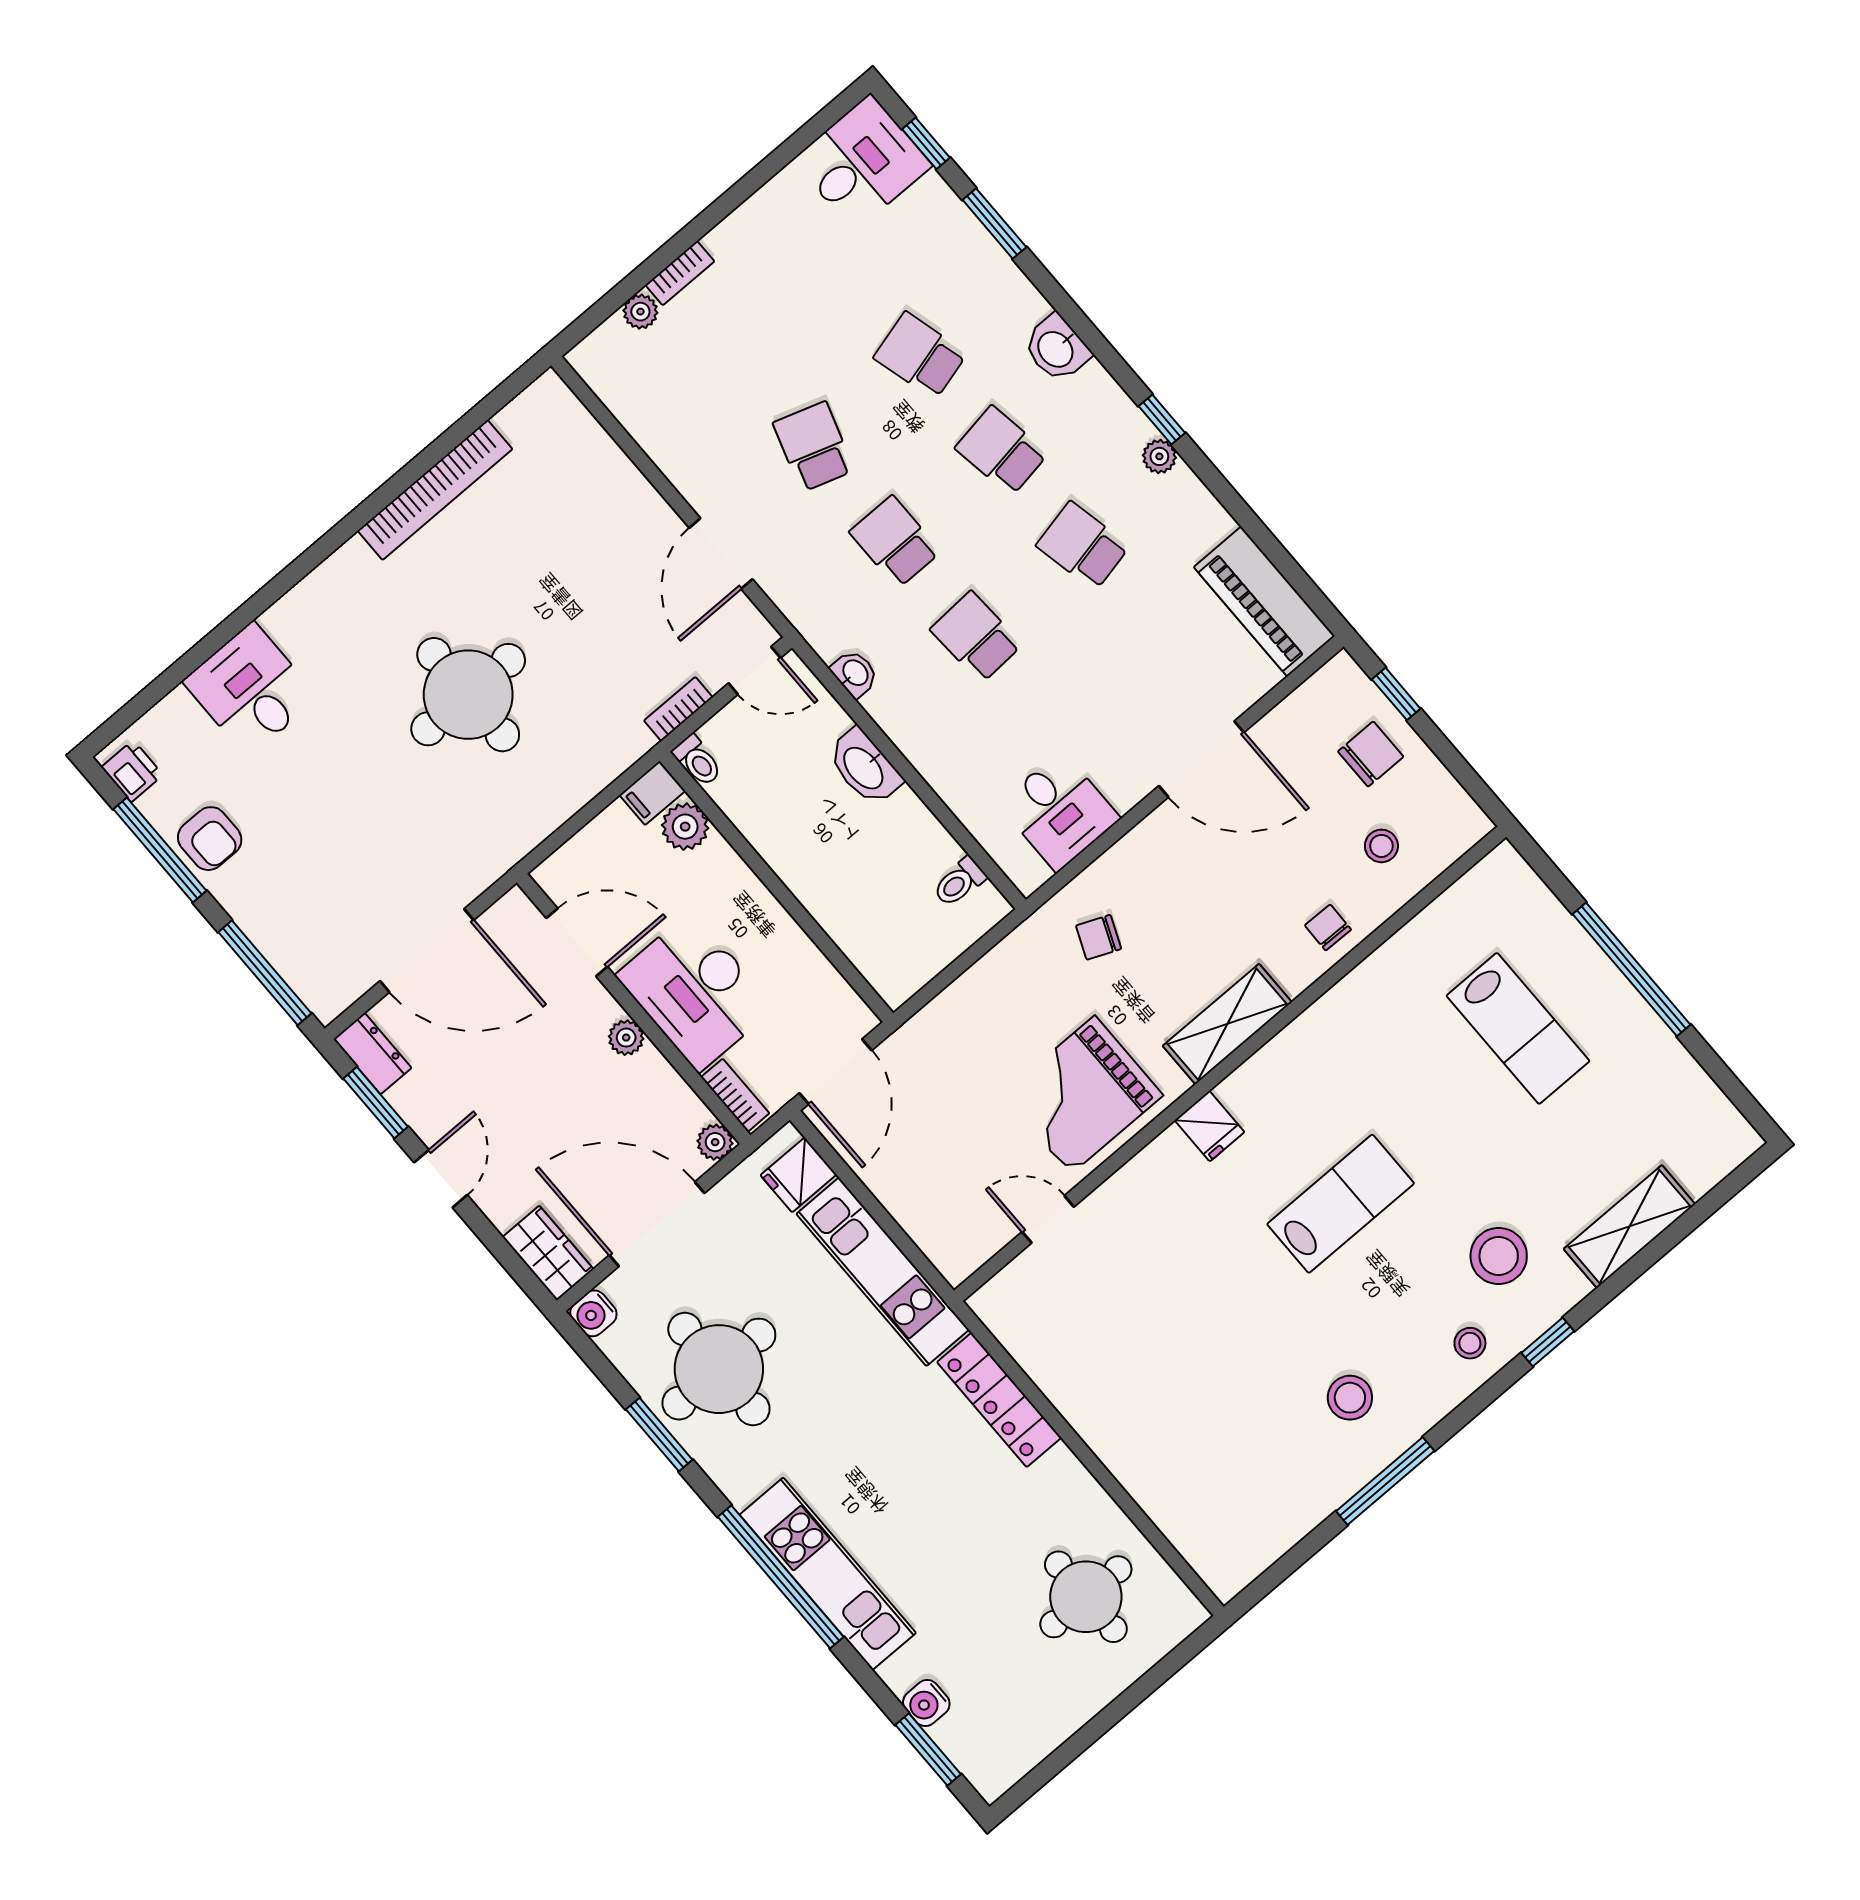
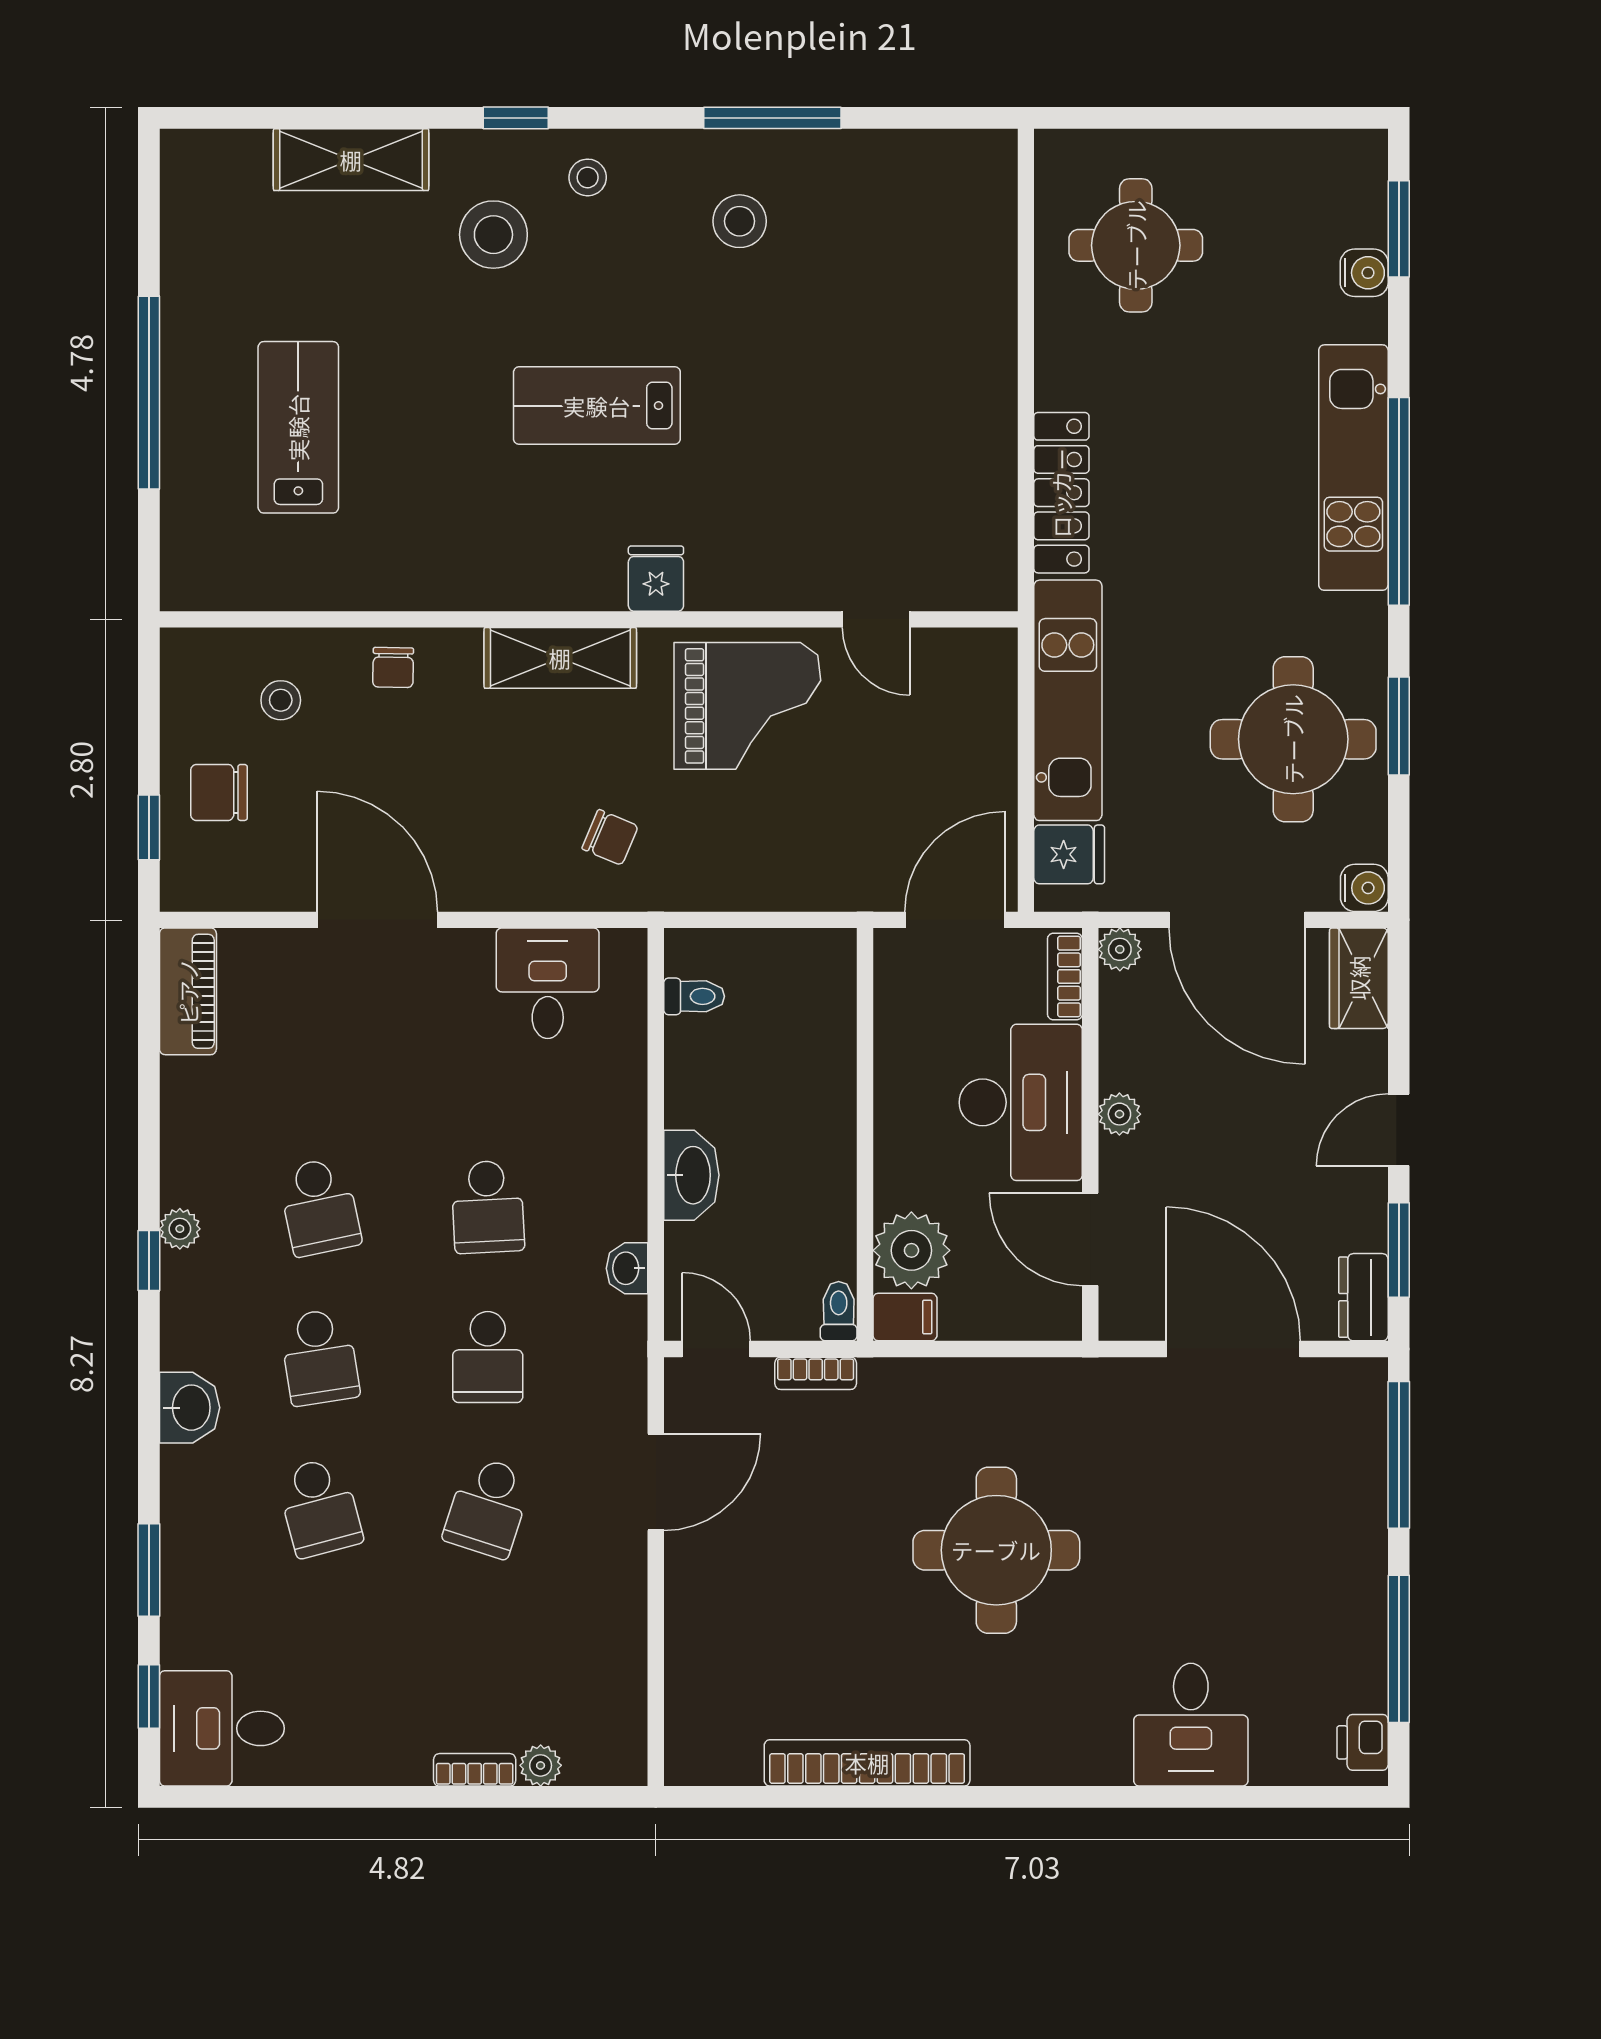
piano: (1264, 602) -> (188, 991), width x0.73, depth x0.75
plant: (685, 827) -> (911, 1250), width x1.36, depth x1.36
armchair: (210, 839) -> (1344, 1620), removed

